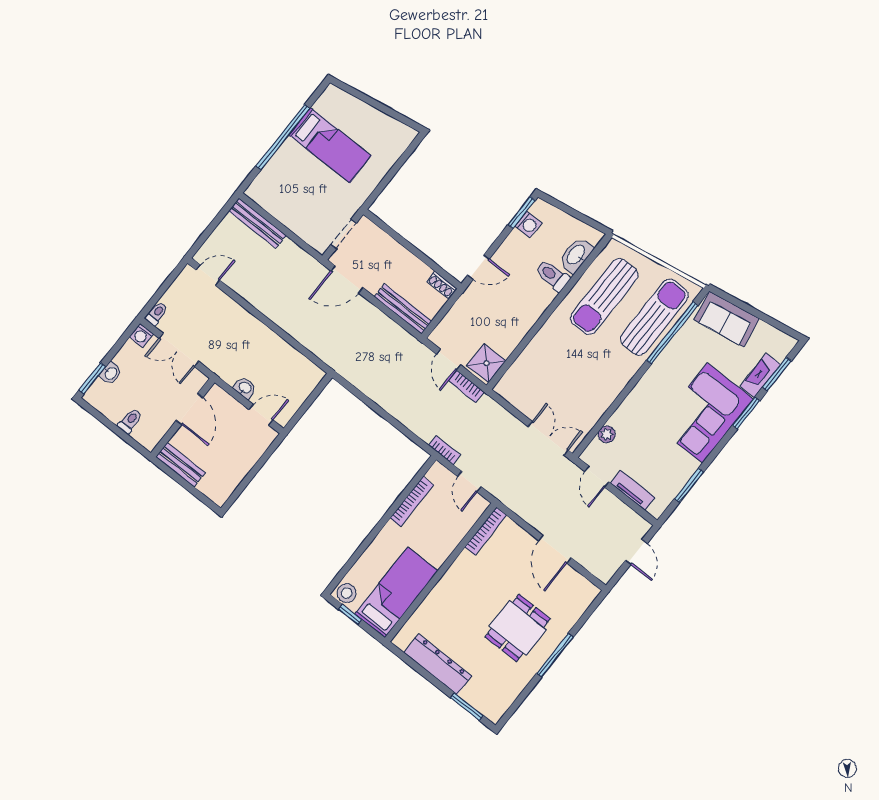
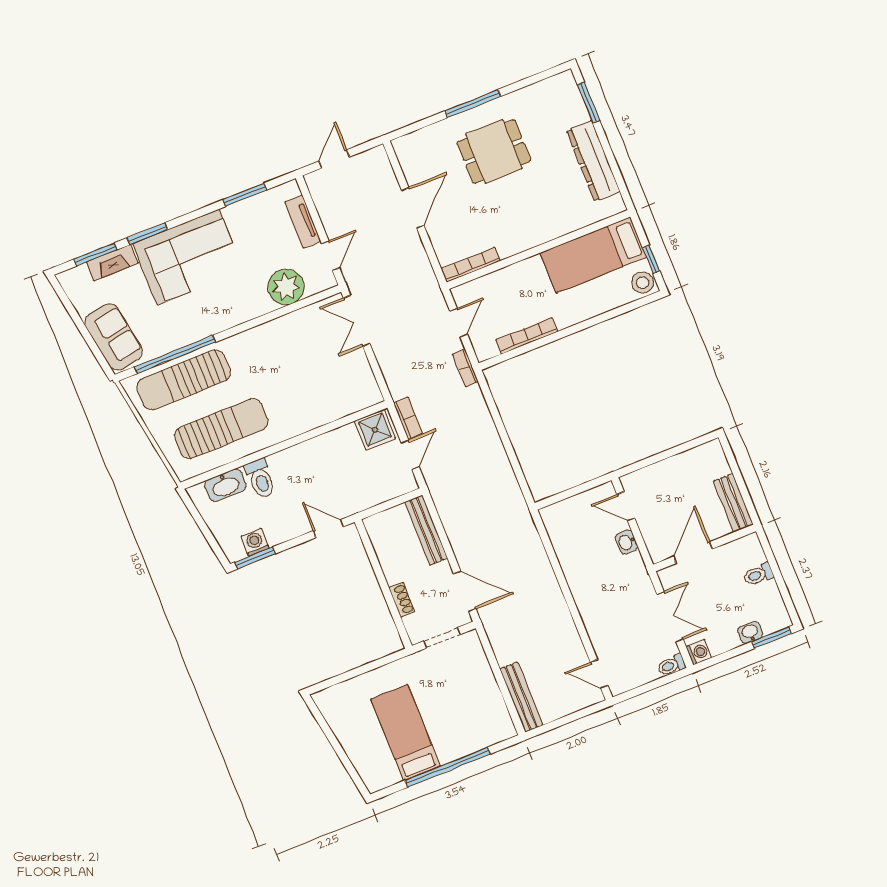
shoe rack: (442, 285) -> (402, 600), moved
plant: (607, 434) -> (286, 287), width x1.88, depth x1.88

